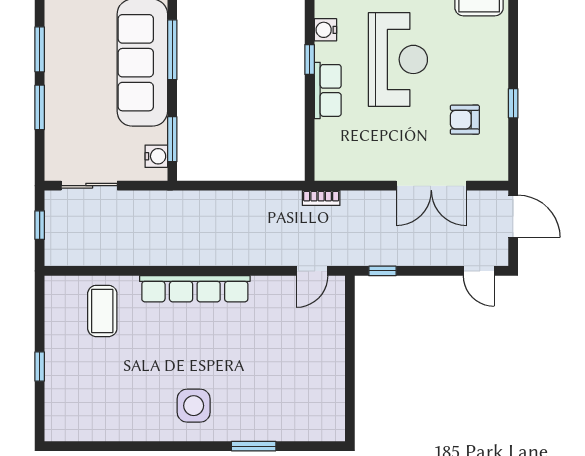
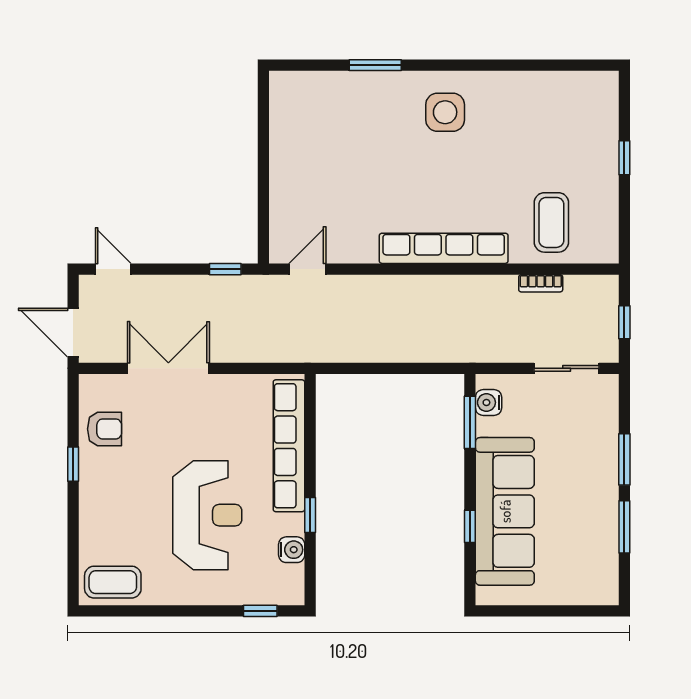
window: (172, 50) -> (470, 526), width x0.46
reception desk: (398, 59) -> (207, 515), turned 180
row of seats: (328, 90) -> (289, 446), width x2.02
armchair: (465, 120) -> (104, 429), moved
bookcase: (321, 198) -> (541, 283), moved, turned 180

